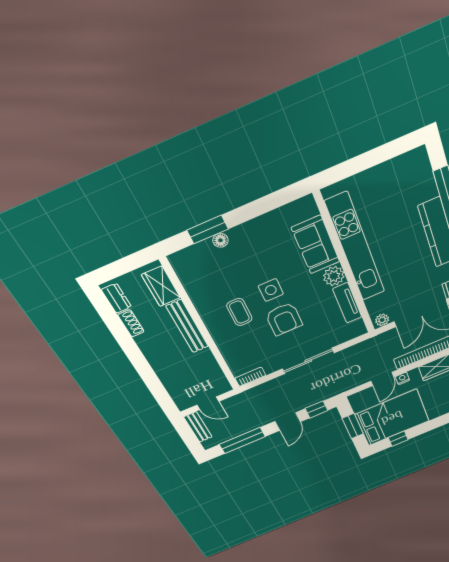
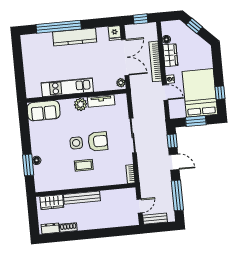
sofa: (316, 245) -> (44, 111), moved
kitchen unit: (356, 248) -> (67, 87), width x0.73

